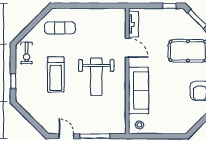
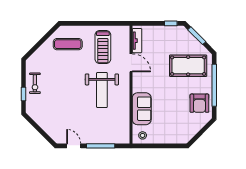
exercise bike: (27, 53) -> (35, 83), moved
treadmill: (56, 75) -> (103, 47), moved
sofa: (139, 90) -> (142, 109), width x0.73

